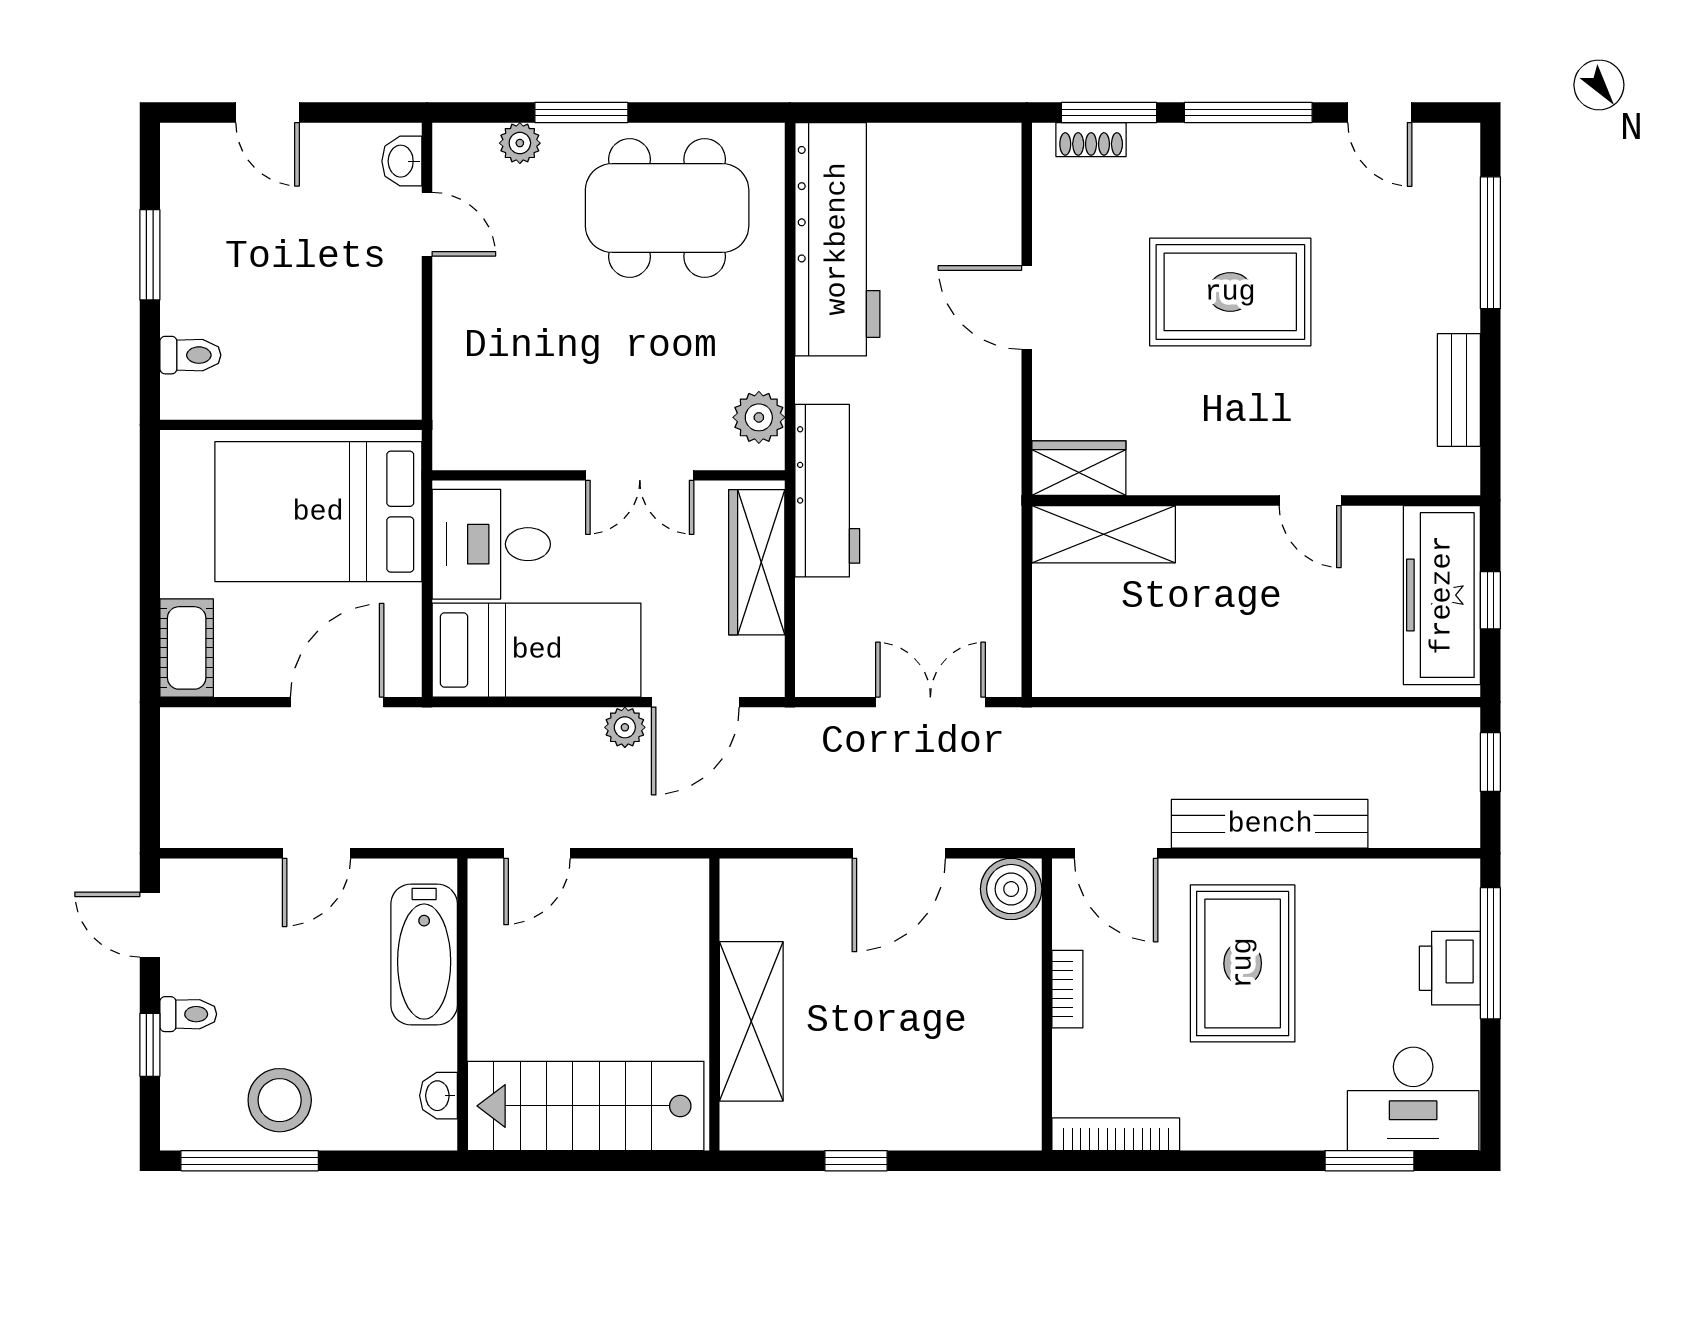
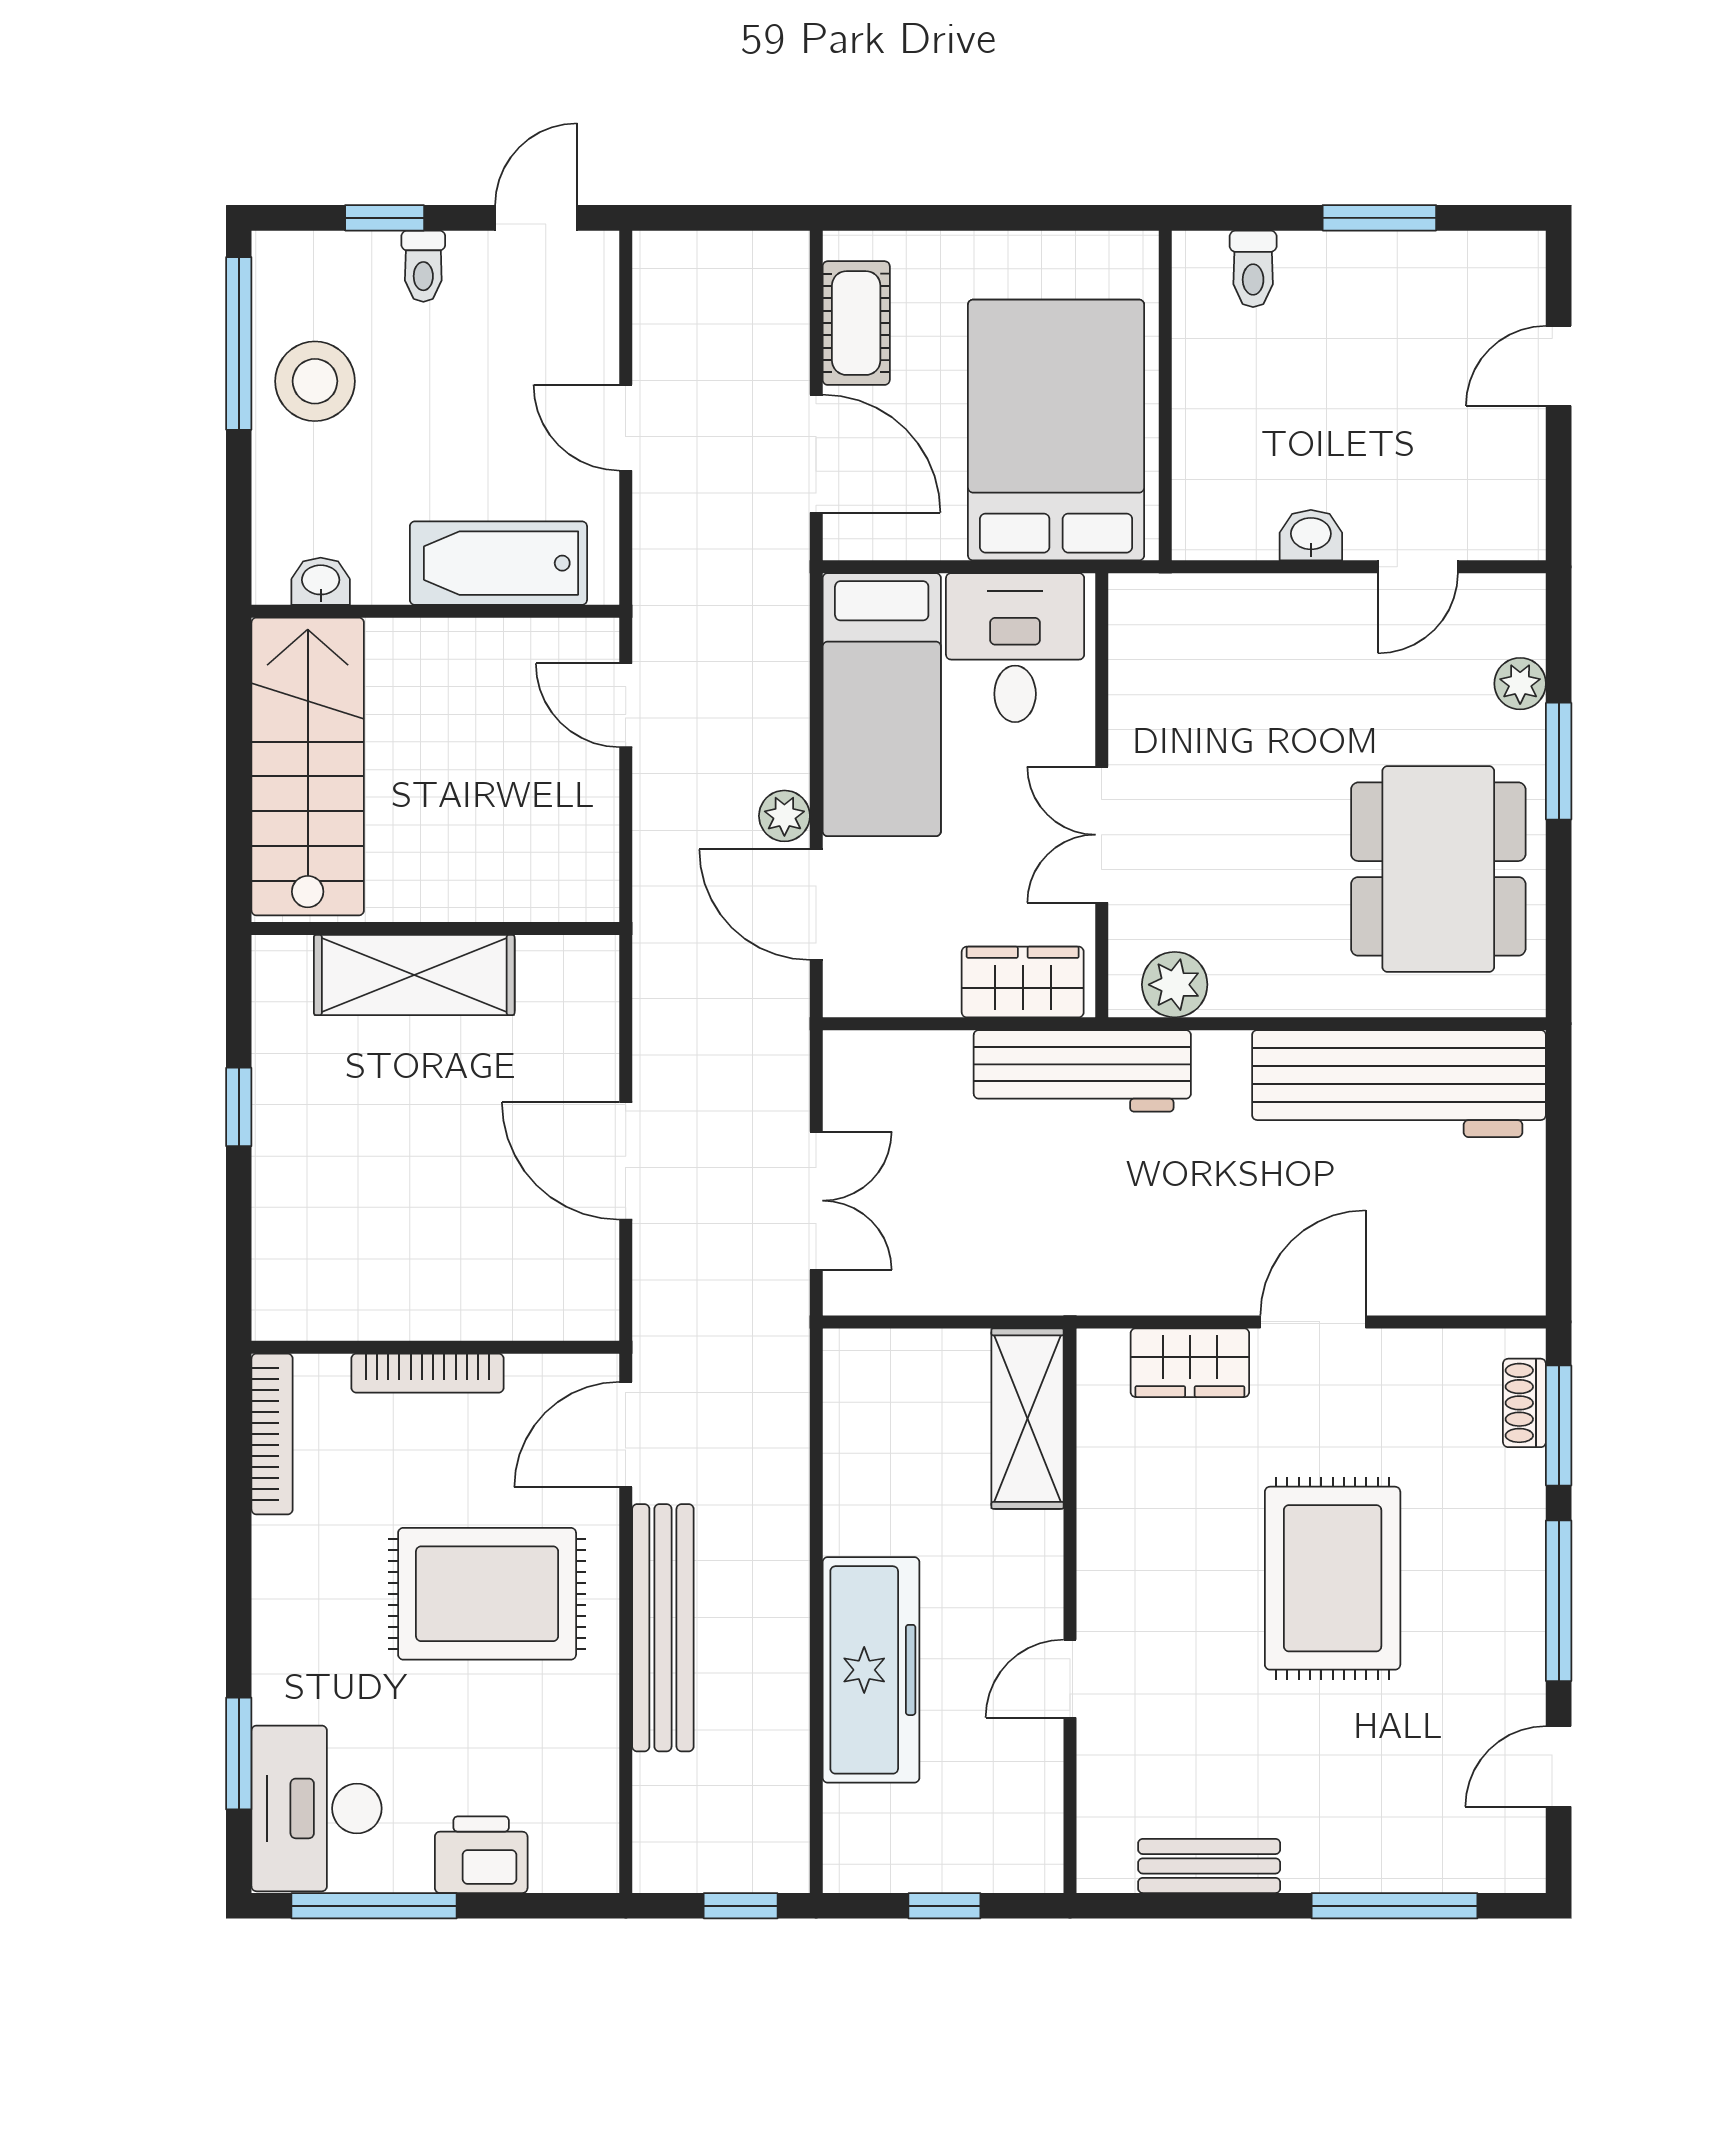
washbasin: (402, 161) -> (1311, 535), moved
wardrobe: (1079, 468) -> (1190, 1363), moved, turned 90
wardrobe: (757, 562) -> (1023, 982), width x0.67
freezer: (1442, 595) -> (871, 1670), moved, turned 90
cot: (187, 648) -> (856, 323), moved, turned 90
boiler: (1011, 889) -> (581, 1302), removed
window: (1490, 953) -> (374, 1906), moved
bookcase: (1067, 989) -> (427, 1373), width x1.56

